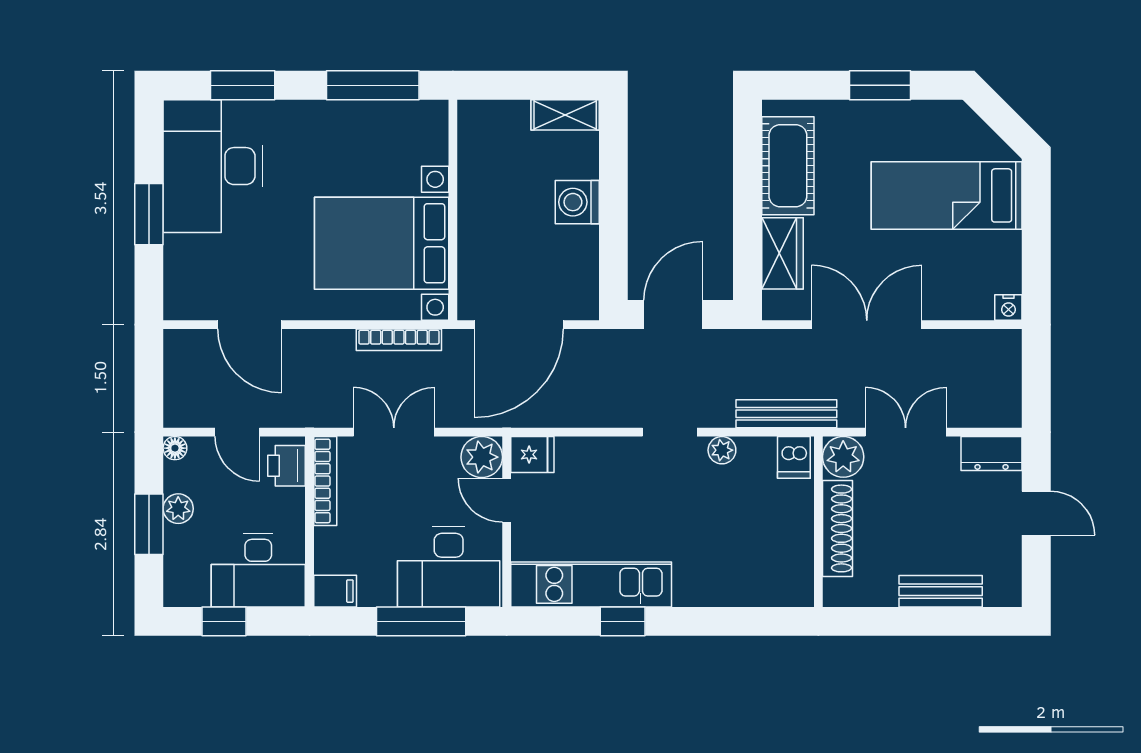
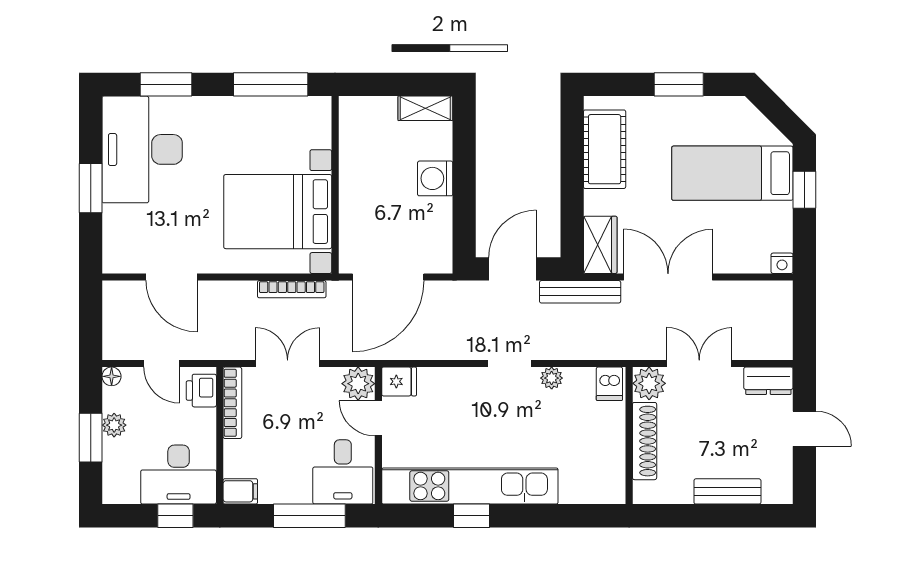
window: (1036, 216) -> (804, 190), added
wardrobe: (782, 253) -> (600, 245), moved
bench: (786, 414) -> (580, 292), moved
desk: (449, 567) -> (343, 472), width x0.73
kitchen unit: (591, 584) -> (470, 486), width x1.36
window: (224, 621) -> (175, 516), moved

